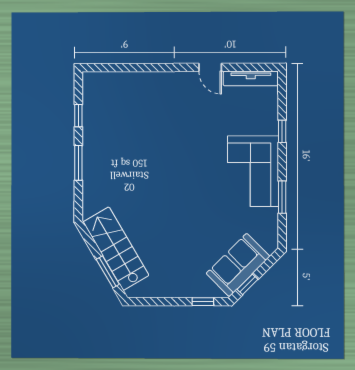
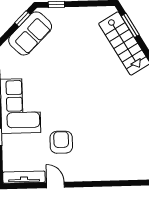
armchair: (201, 123) -> (61, 142), added

